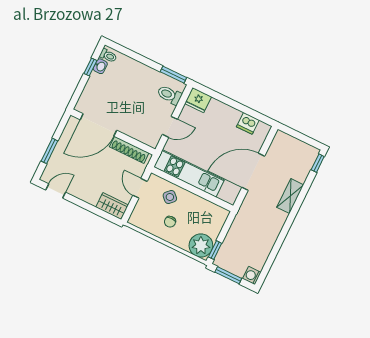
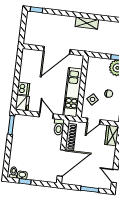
toilet: (169, 95) -> (59, 127), moved
dishwasher: (248, 123) -> (23, 89), moved
door: (98, 125) -> (61, 163), hinge flipped
door: (253, 172) -> (57, 50), hinge flipped
shelving: (290, 196) -> (87, 23), moved

